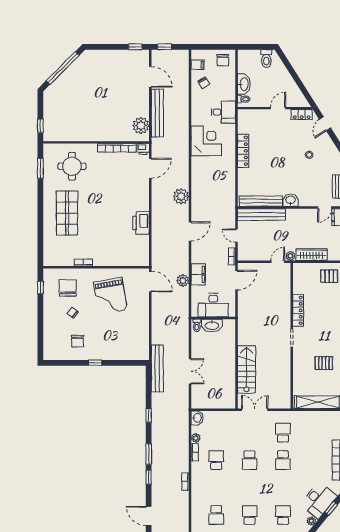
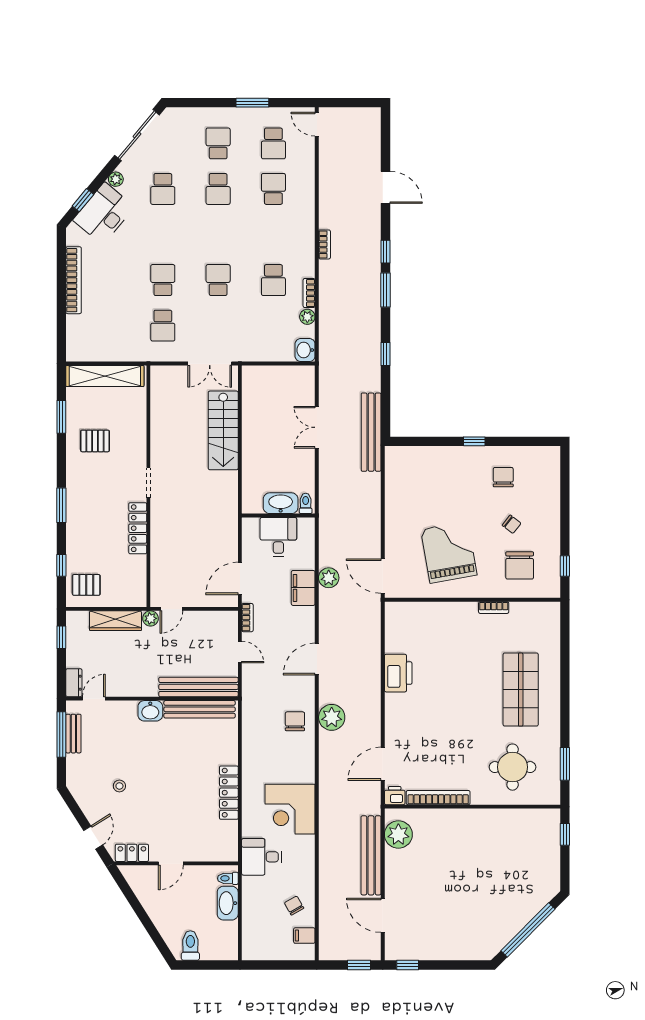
chair: (223, 60) -> (295, 721), moved
desk: (213, 305) -> (278, 537), width x0.73

